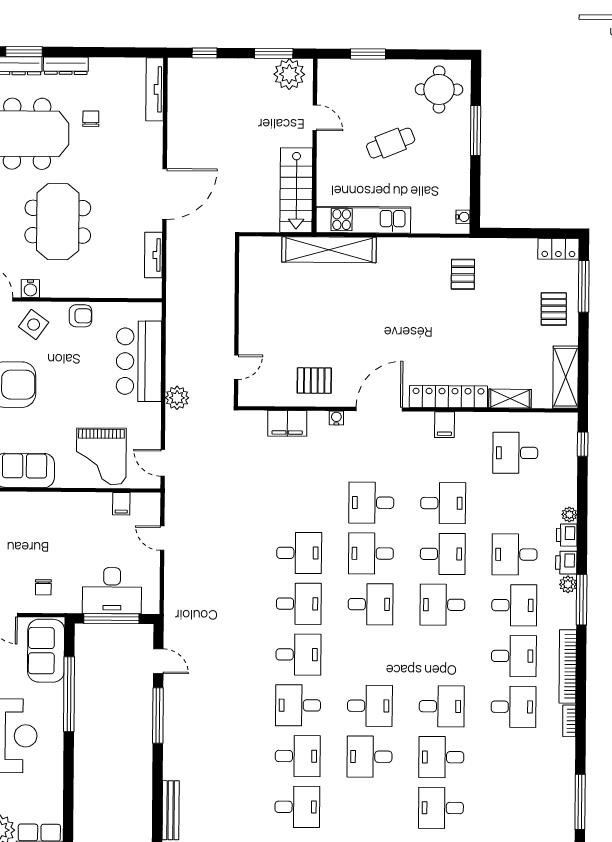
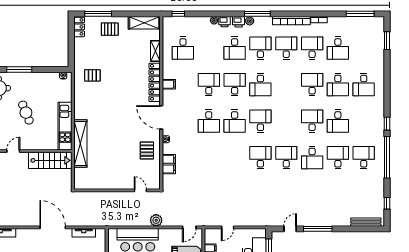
desk: (299, 553) -> (338, 48), moved, turned 180

